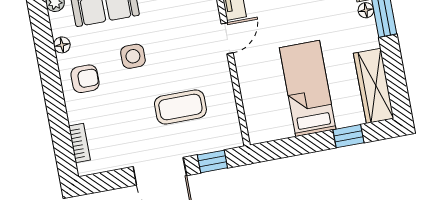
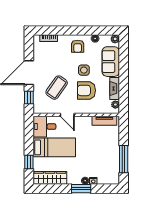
door: (227, 38) -> (67, 115), moved
armchair: (175, 43) -> (86, 90), added
coffee table: (180, 107) -> (57, 88), turned 35
desk: (268, 117) -> (44, 127), added

